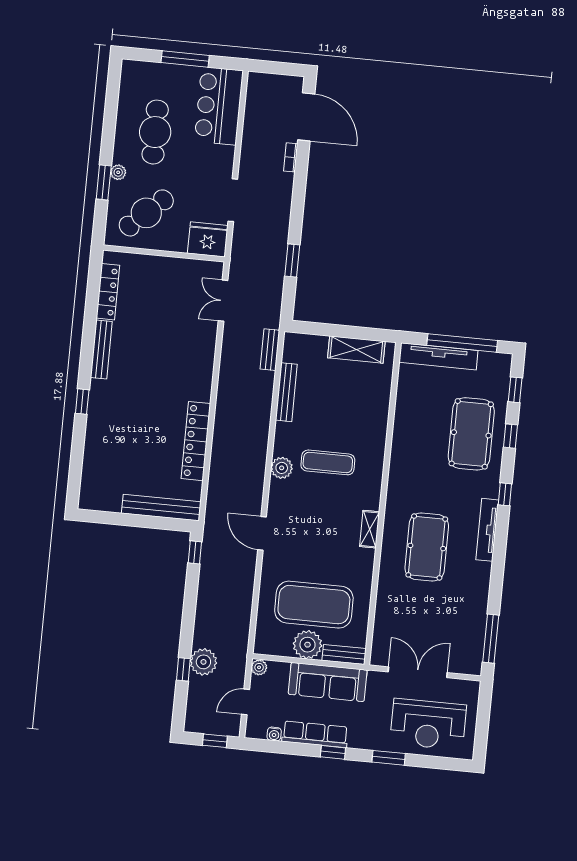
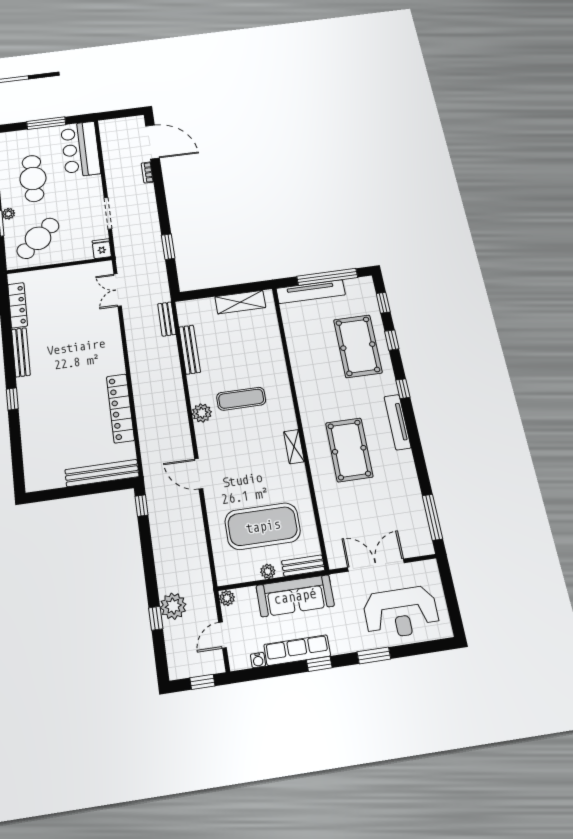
fridge: (208, 239) -> (102, 249), width x0.53, depth x0.75
plant: (308, 645) -> (268, 571), width x0.53, depth x0.53

